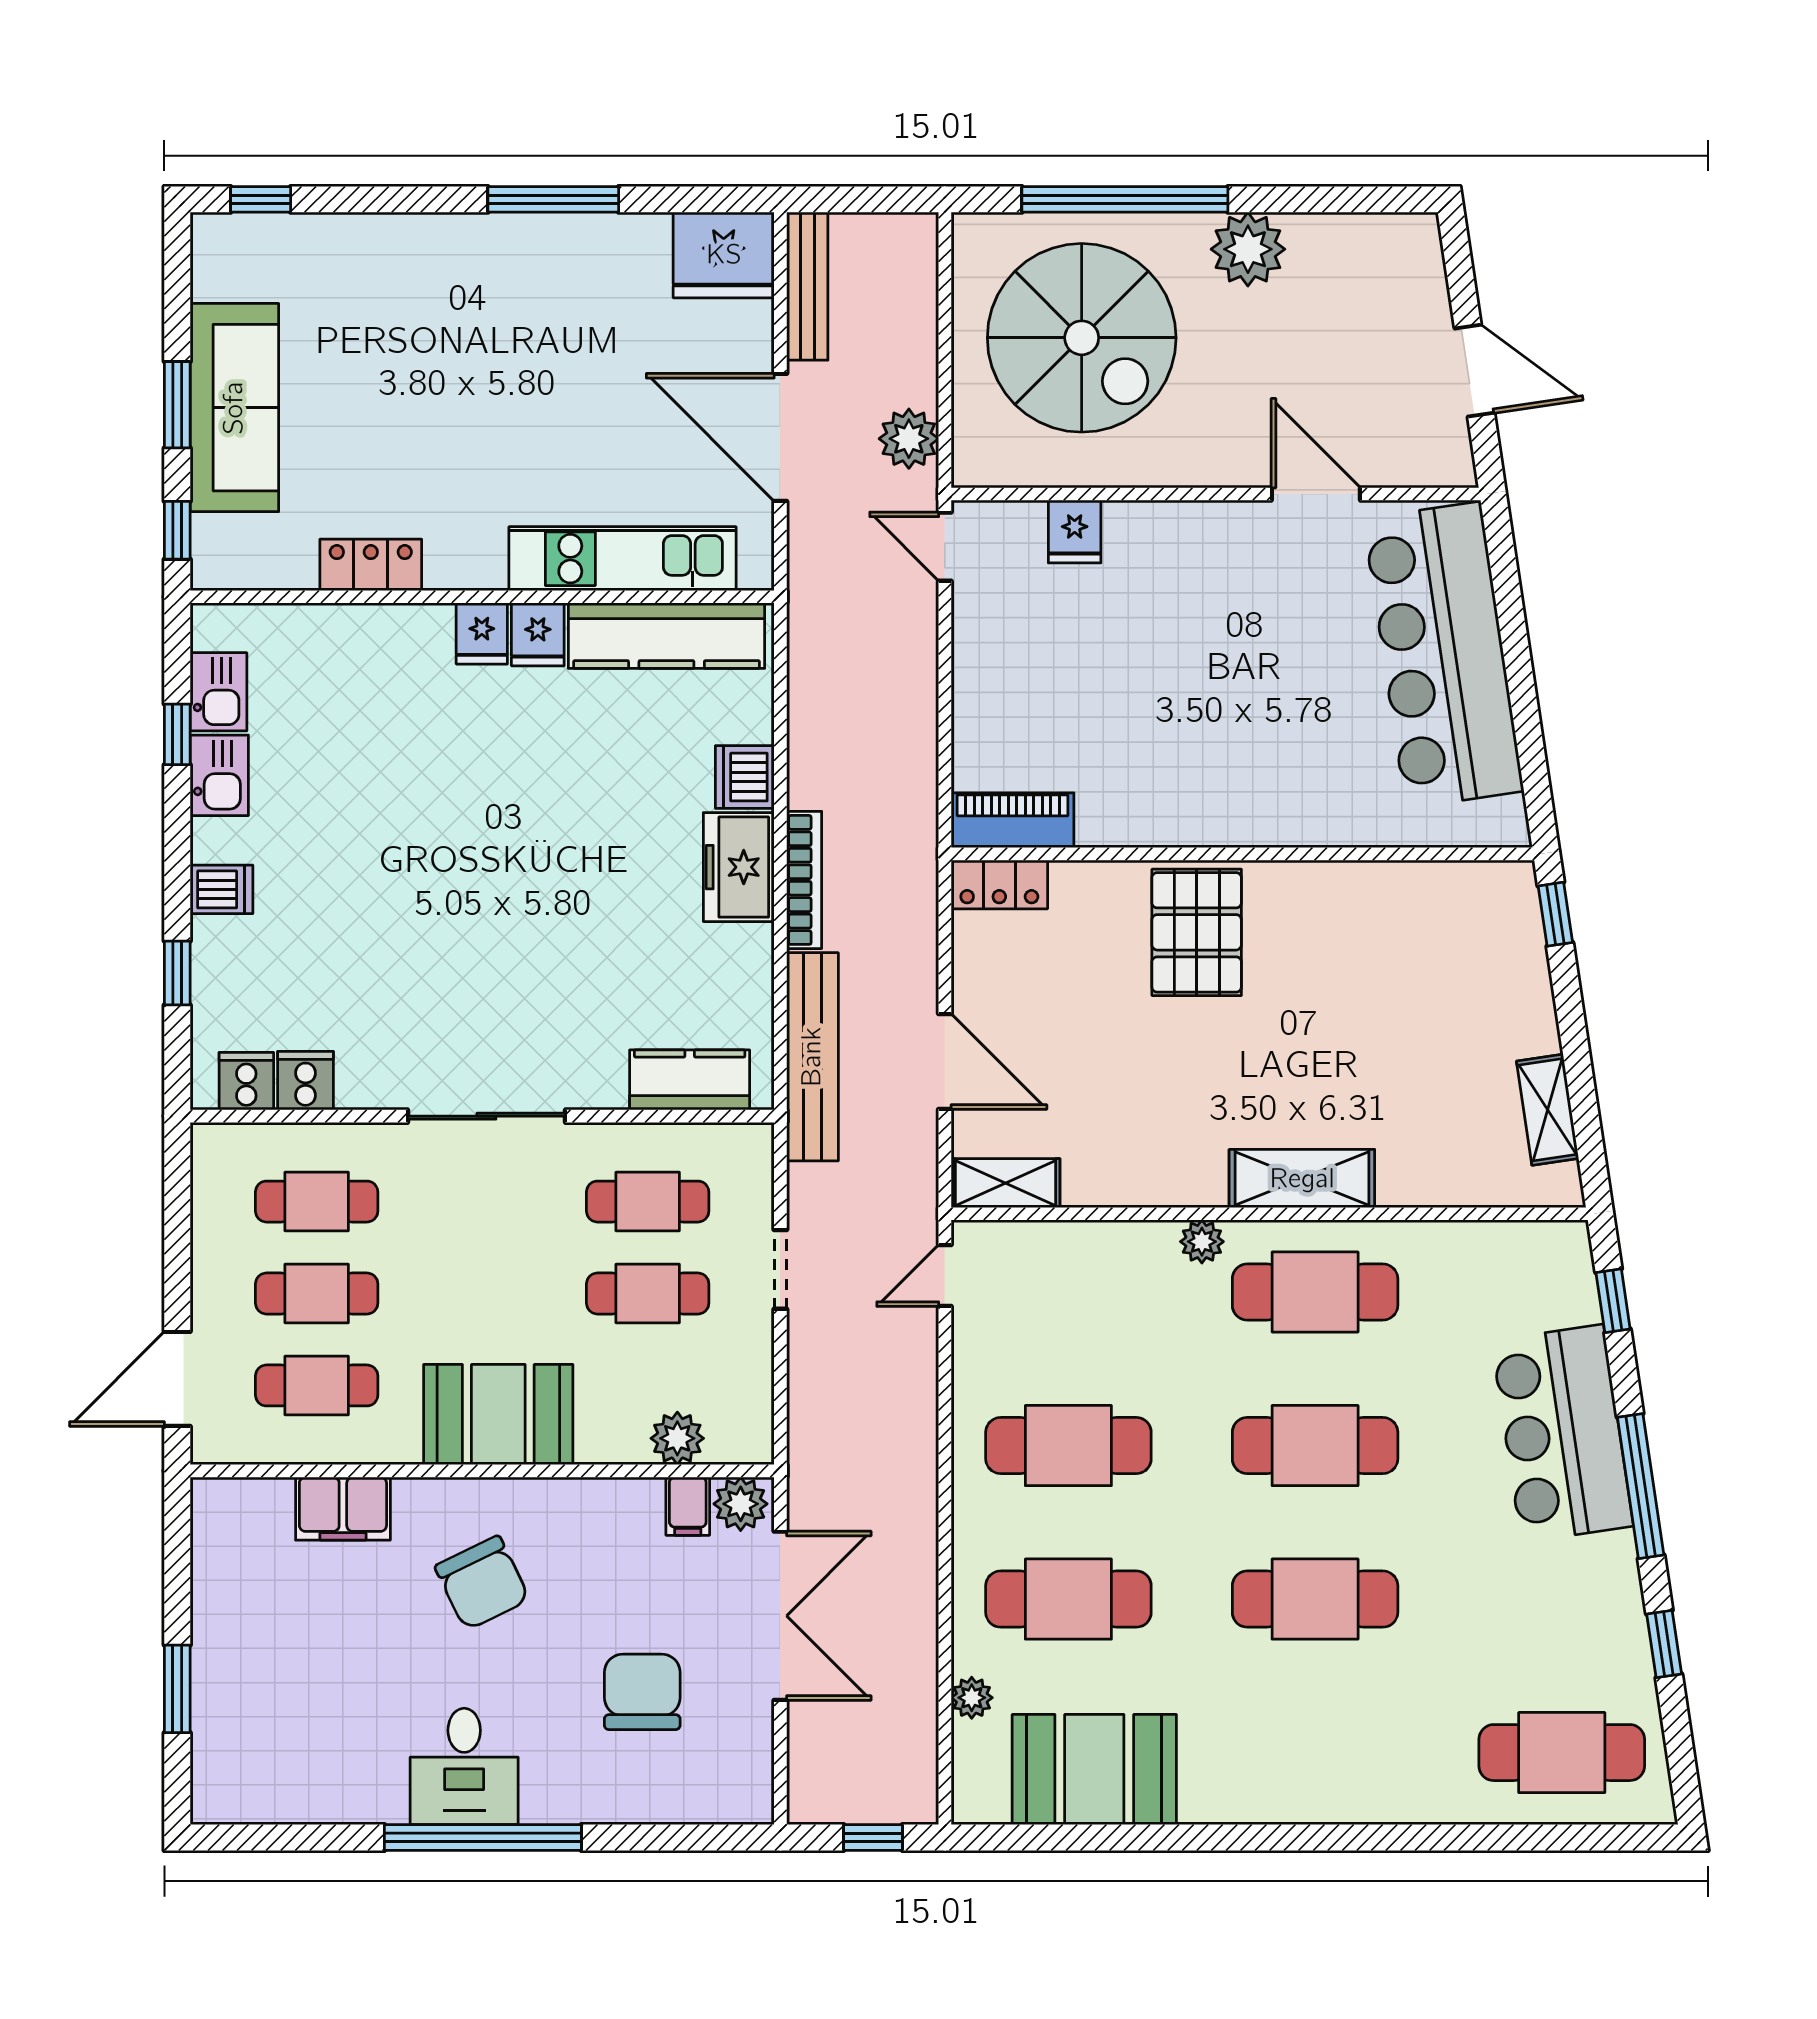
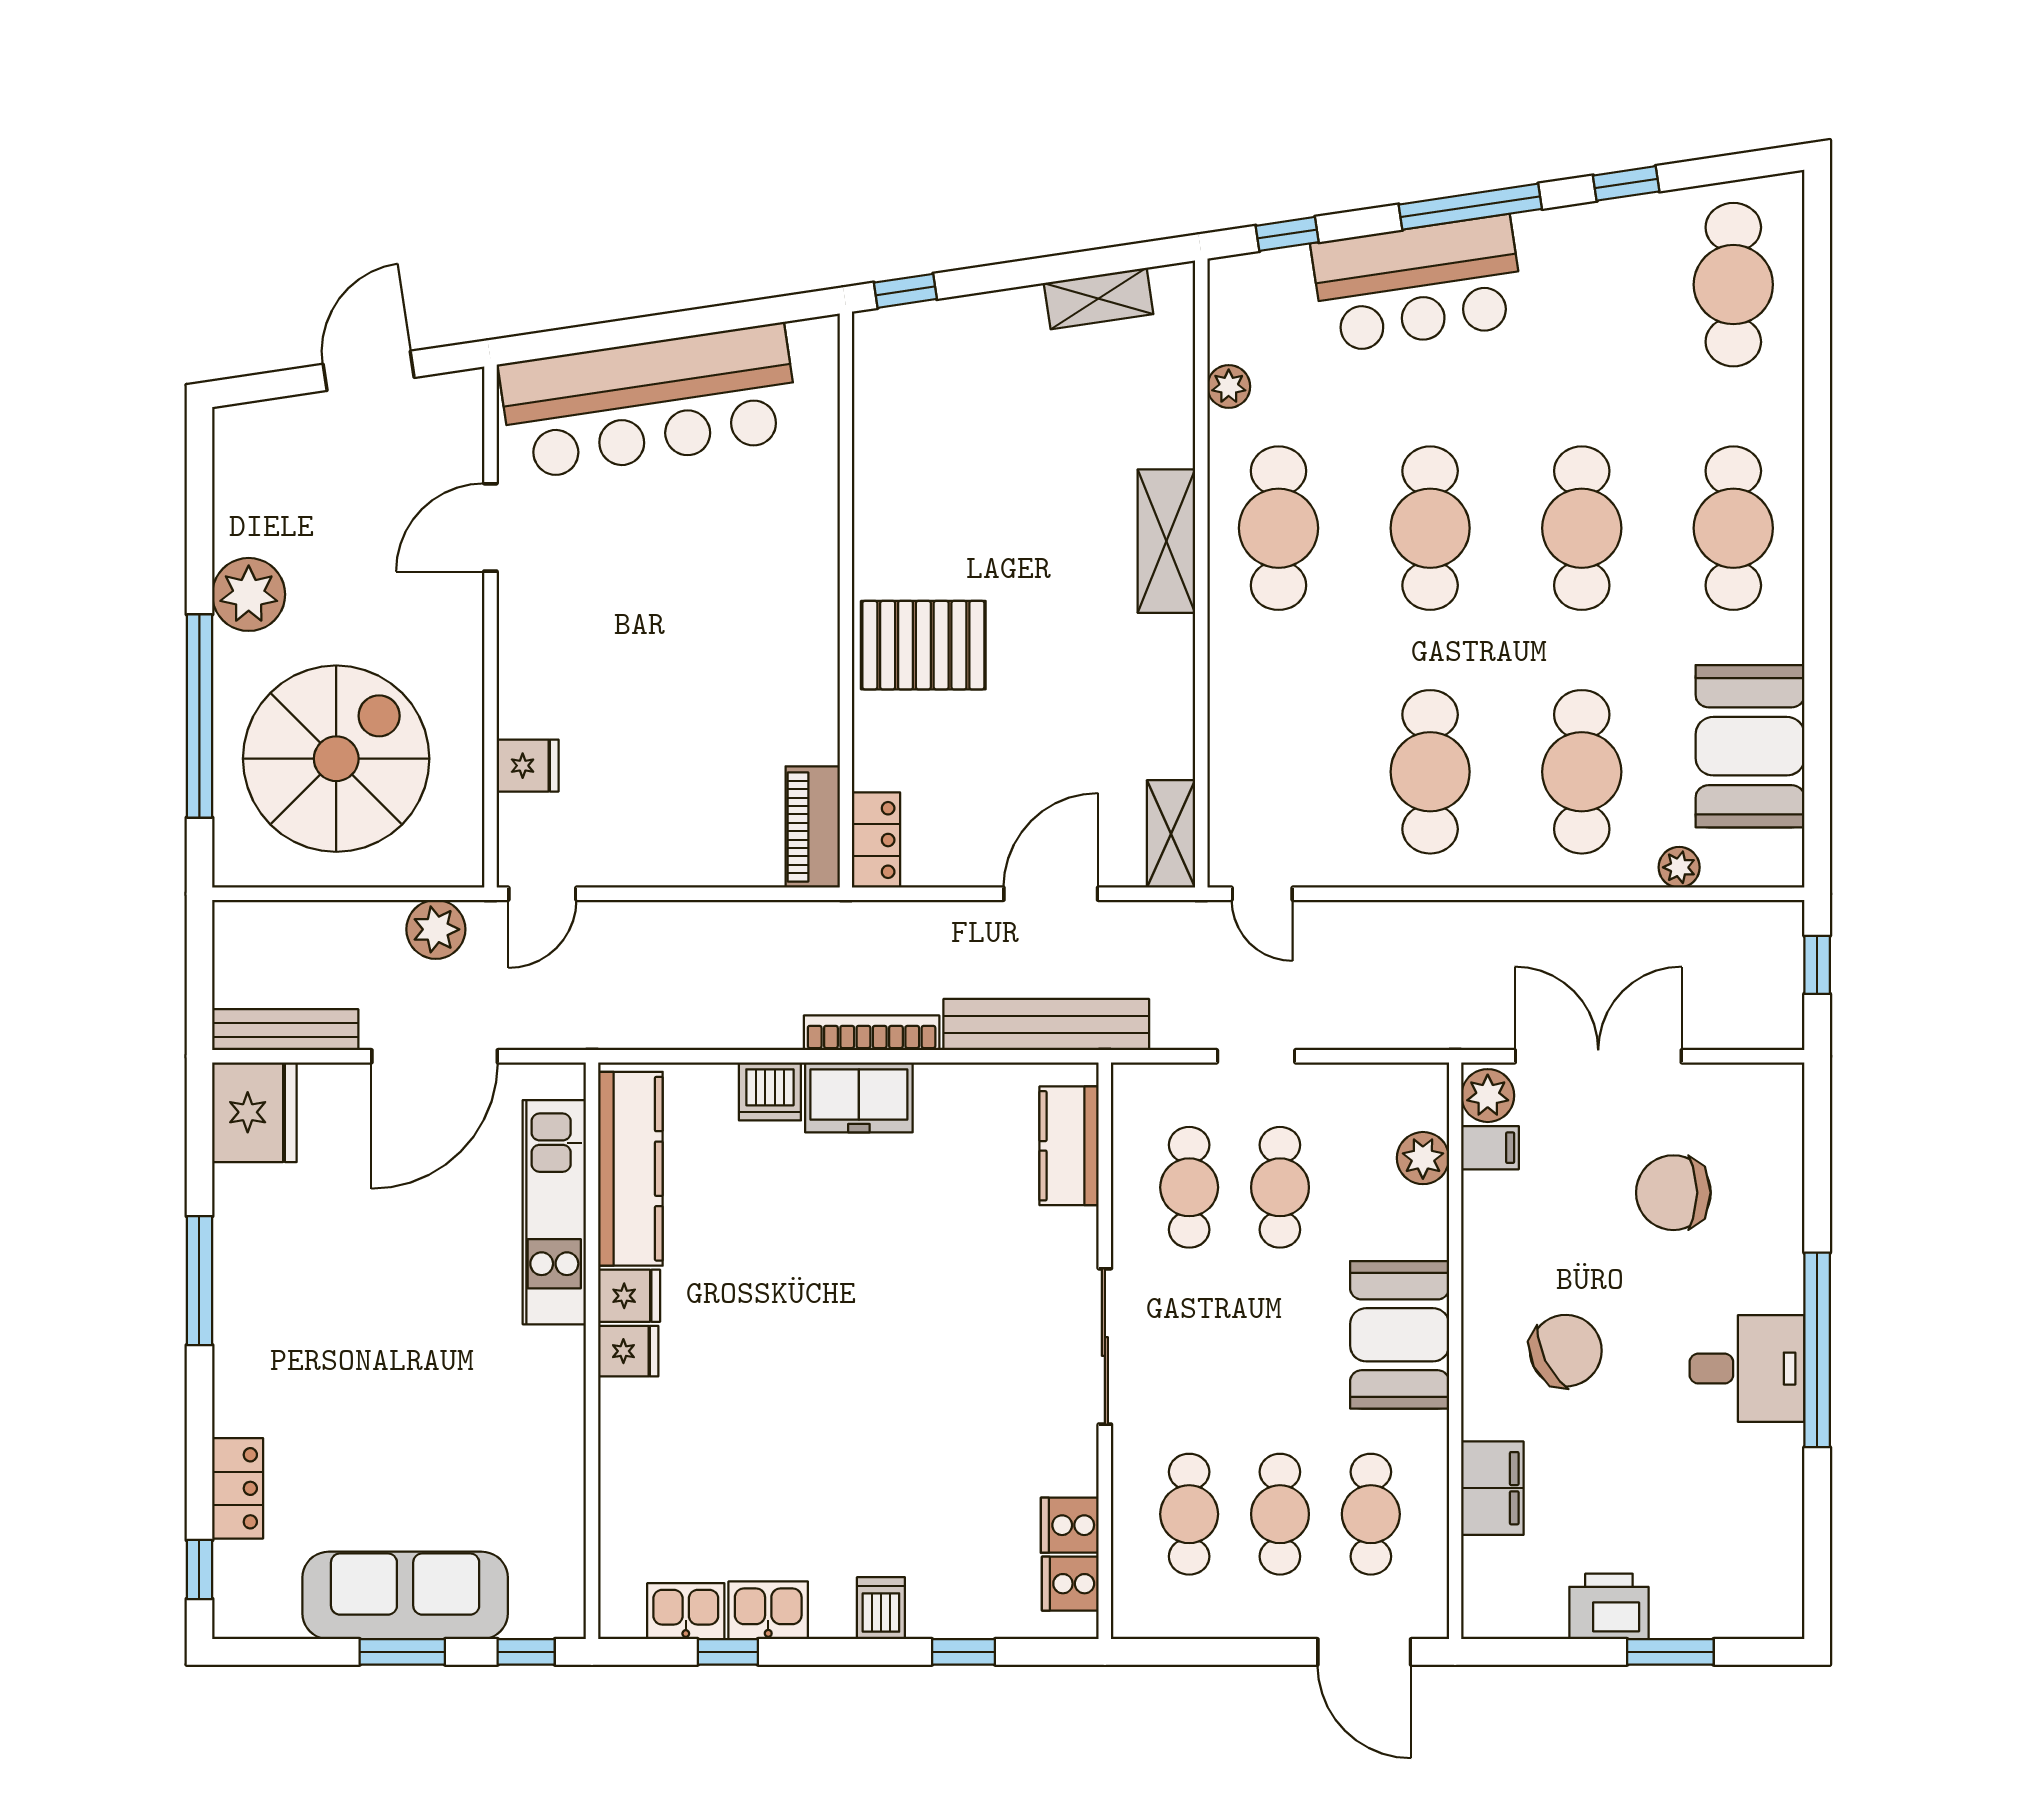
locker: (371, 565) -> (238, 1488), moved, turned 180
plant: (1202, 1242) -> (1229, 386), moved
printer: (223, 1627) -> (1609, 1606), added
cafe table: (1315, 1753) -> (1733, 528), added

